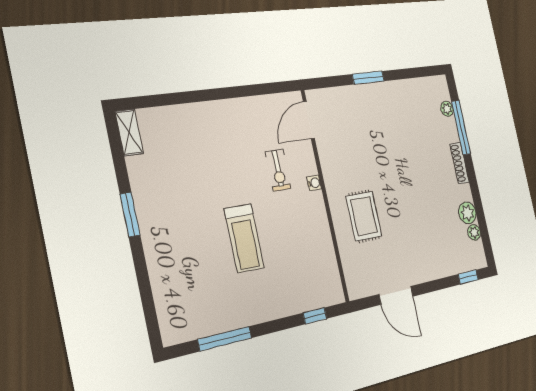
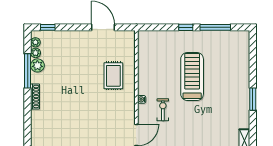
plant: (447, 109) -> (35, 42), moved
window: (461, 128) -> (28, 71), moved
treadmill: (244, 238) -> (192, 77), width x1.37, depth x1.38
window: (315, 316) -> (186, 27), moved

